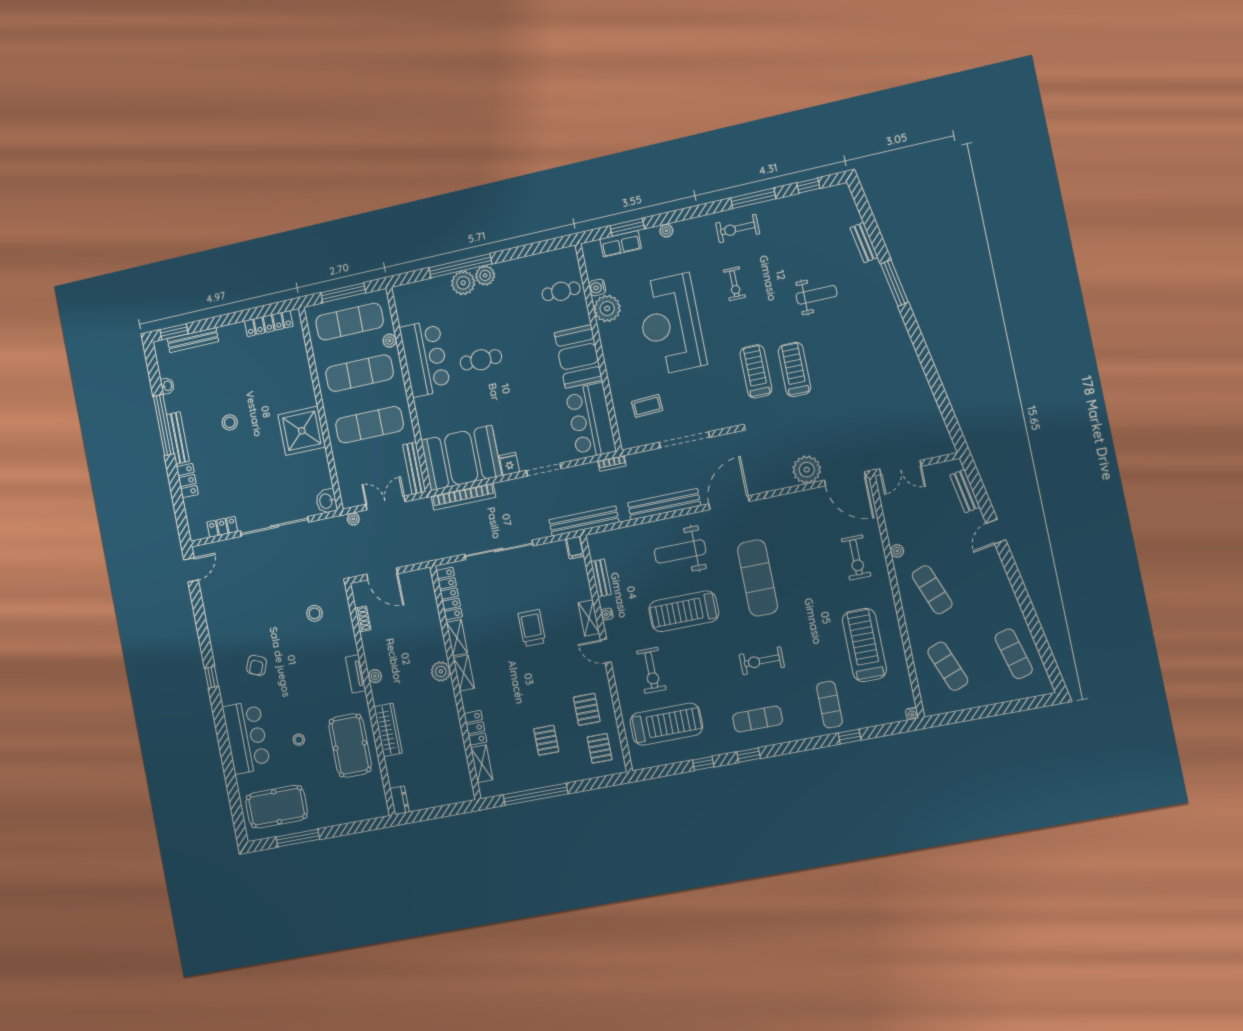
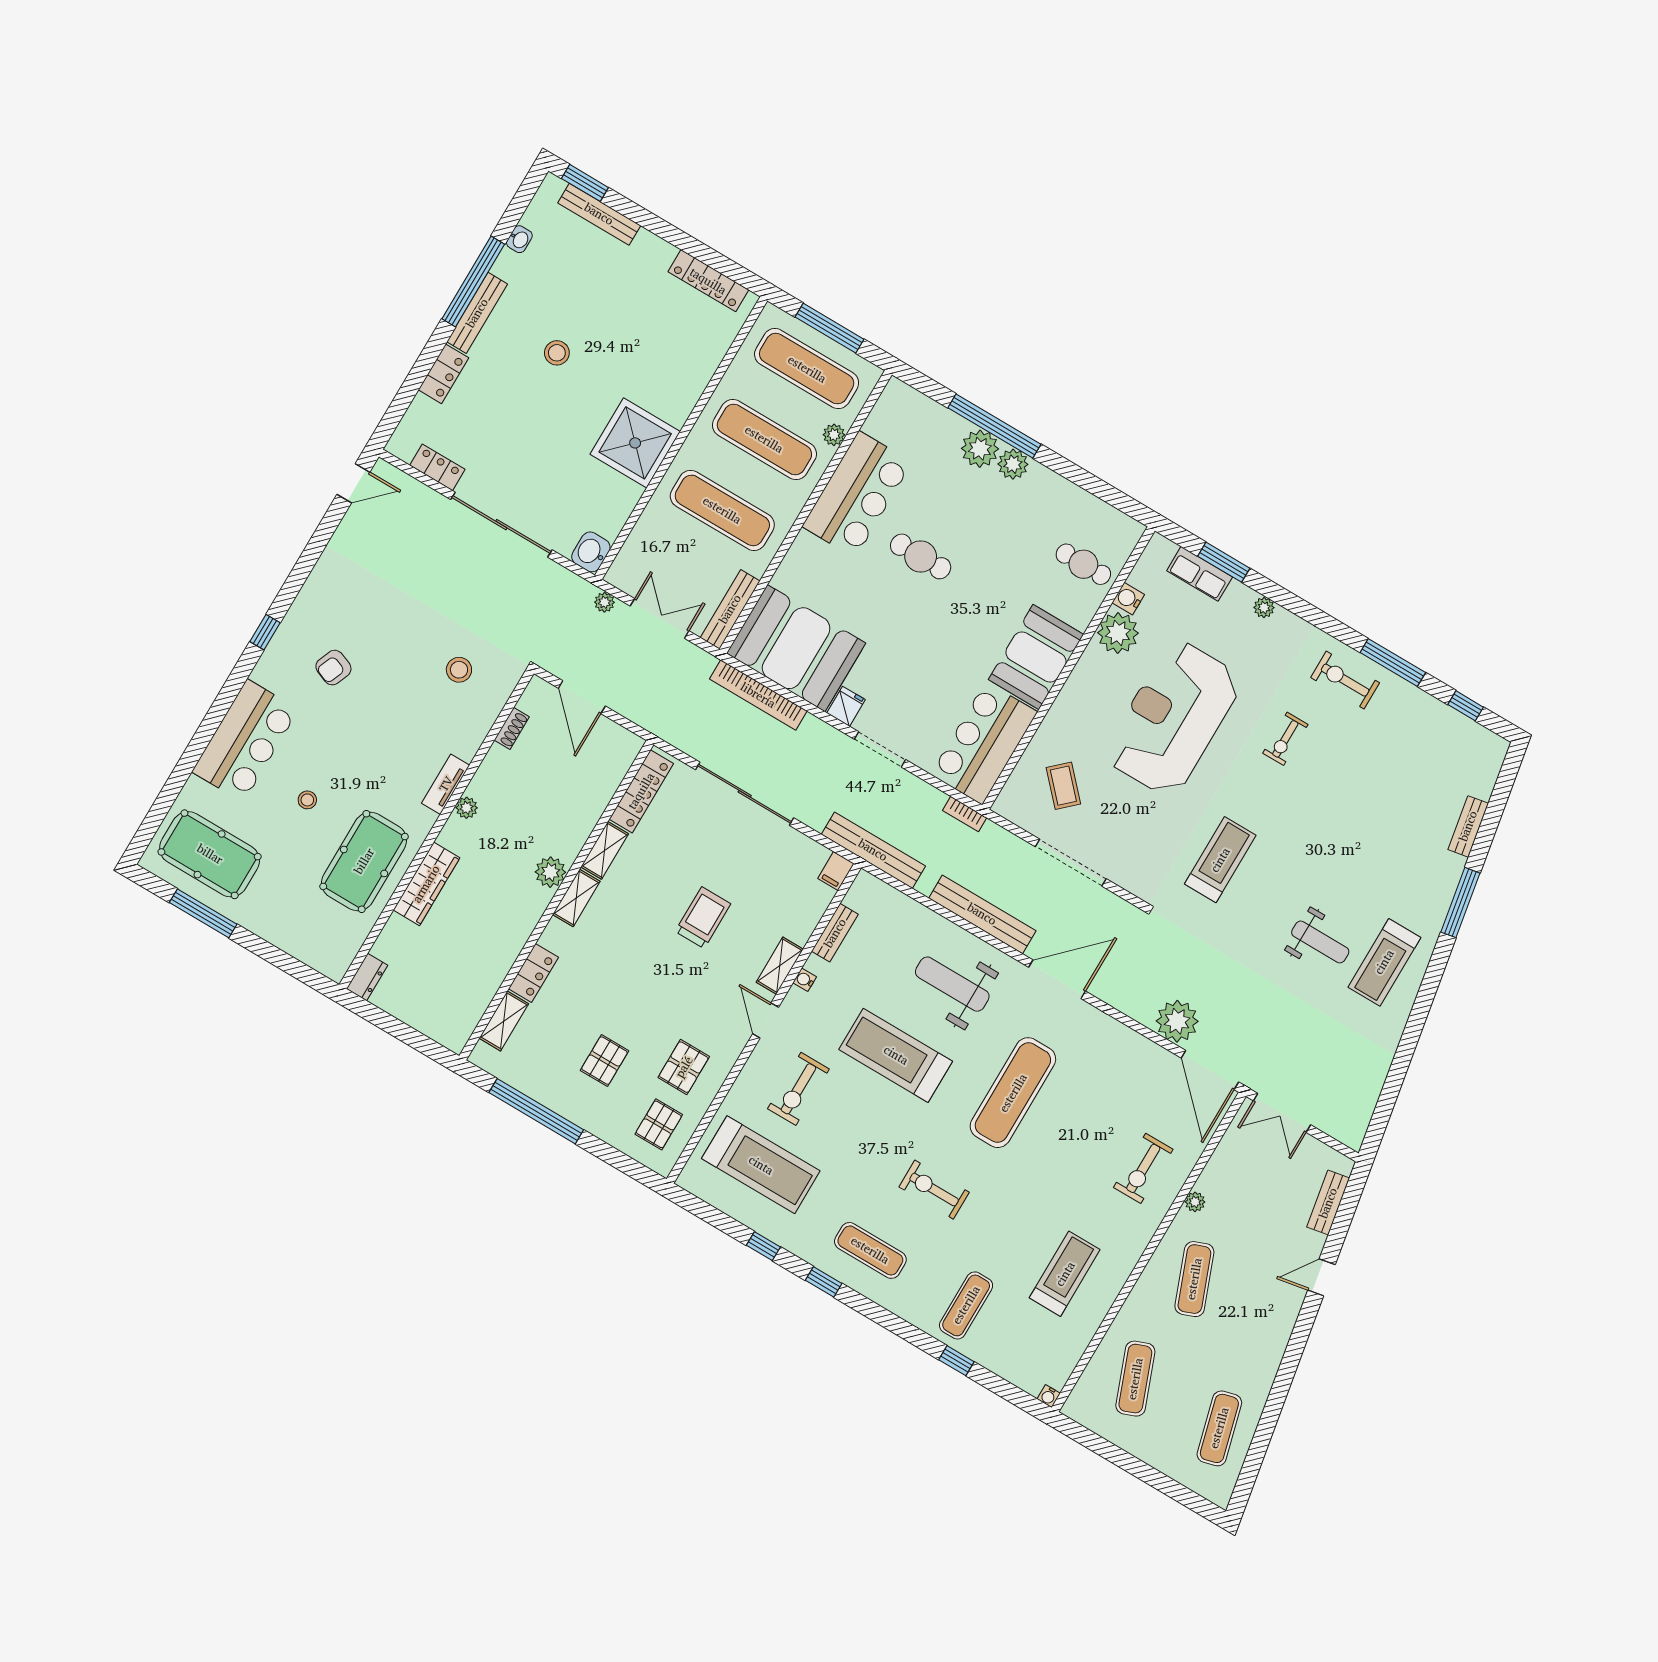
weight bench: (817, 295) -> (1320, 942), moved
treadmill: (794, 369) -> (1384, 962), moved, turned 180
coffee table: (647, 406) -> (1063, 786), turned 50
treadmill: (864, 645) -> (1065, 1274), width x0.73, depth x0.73

